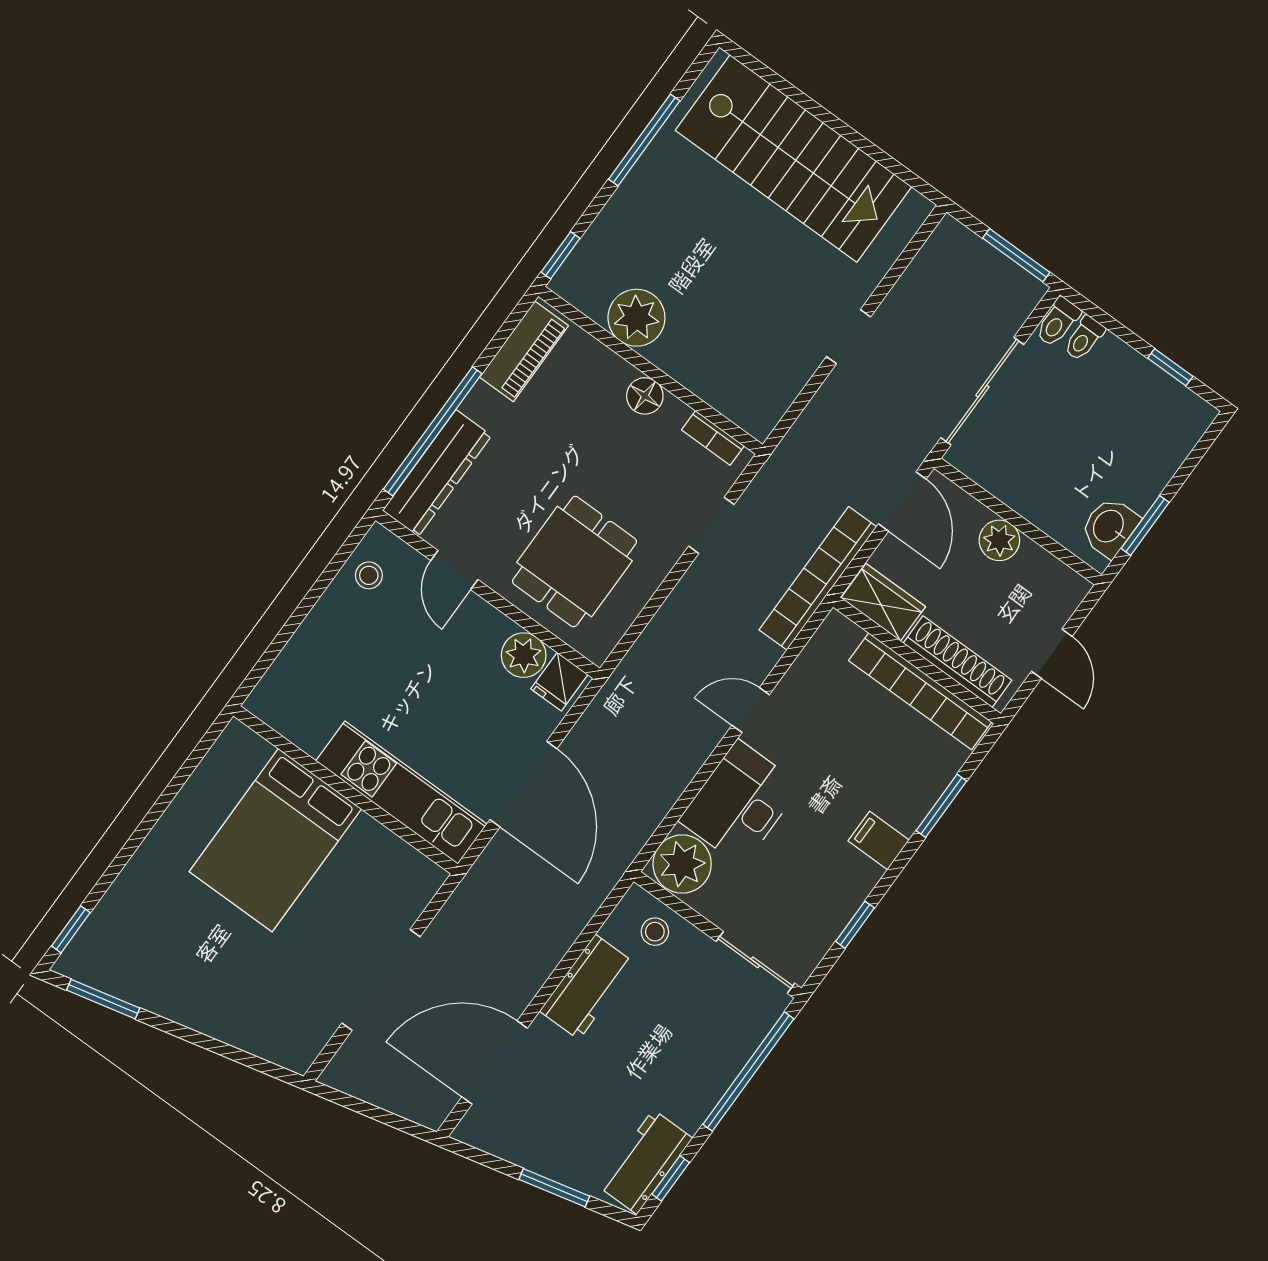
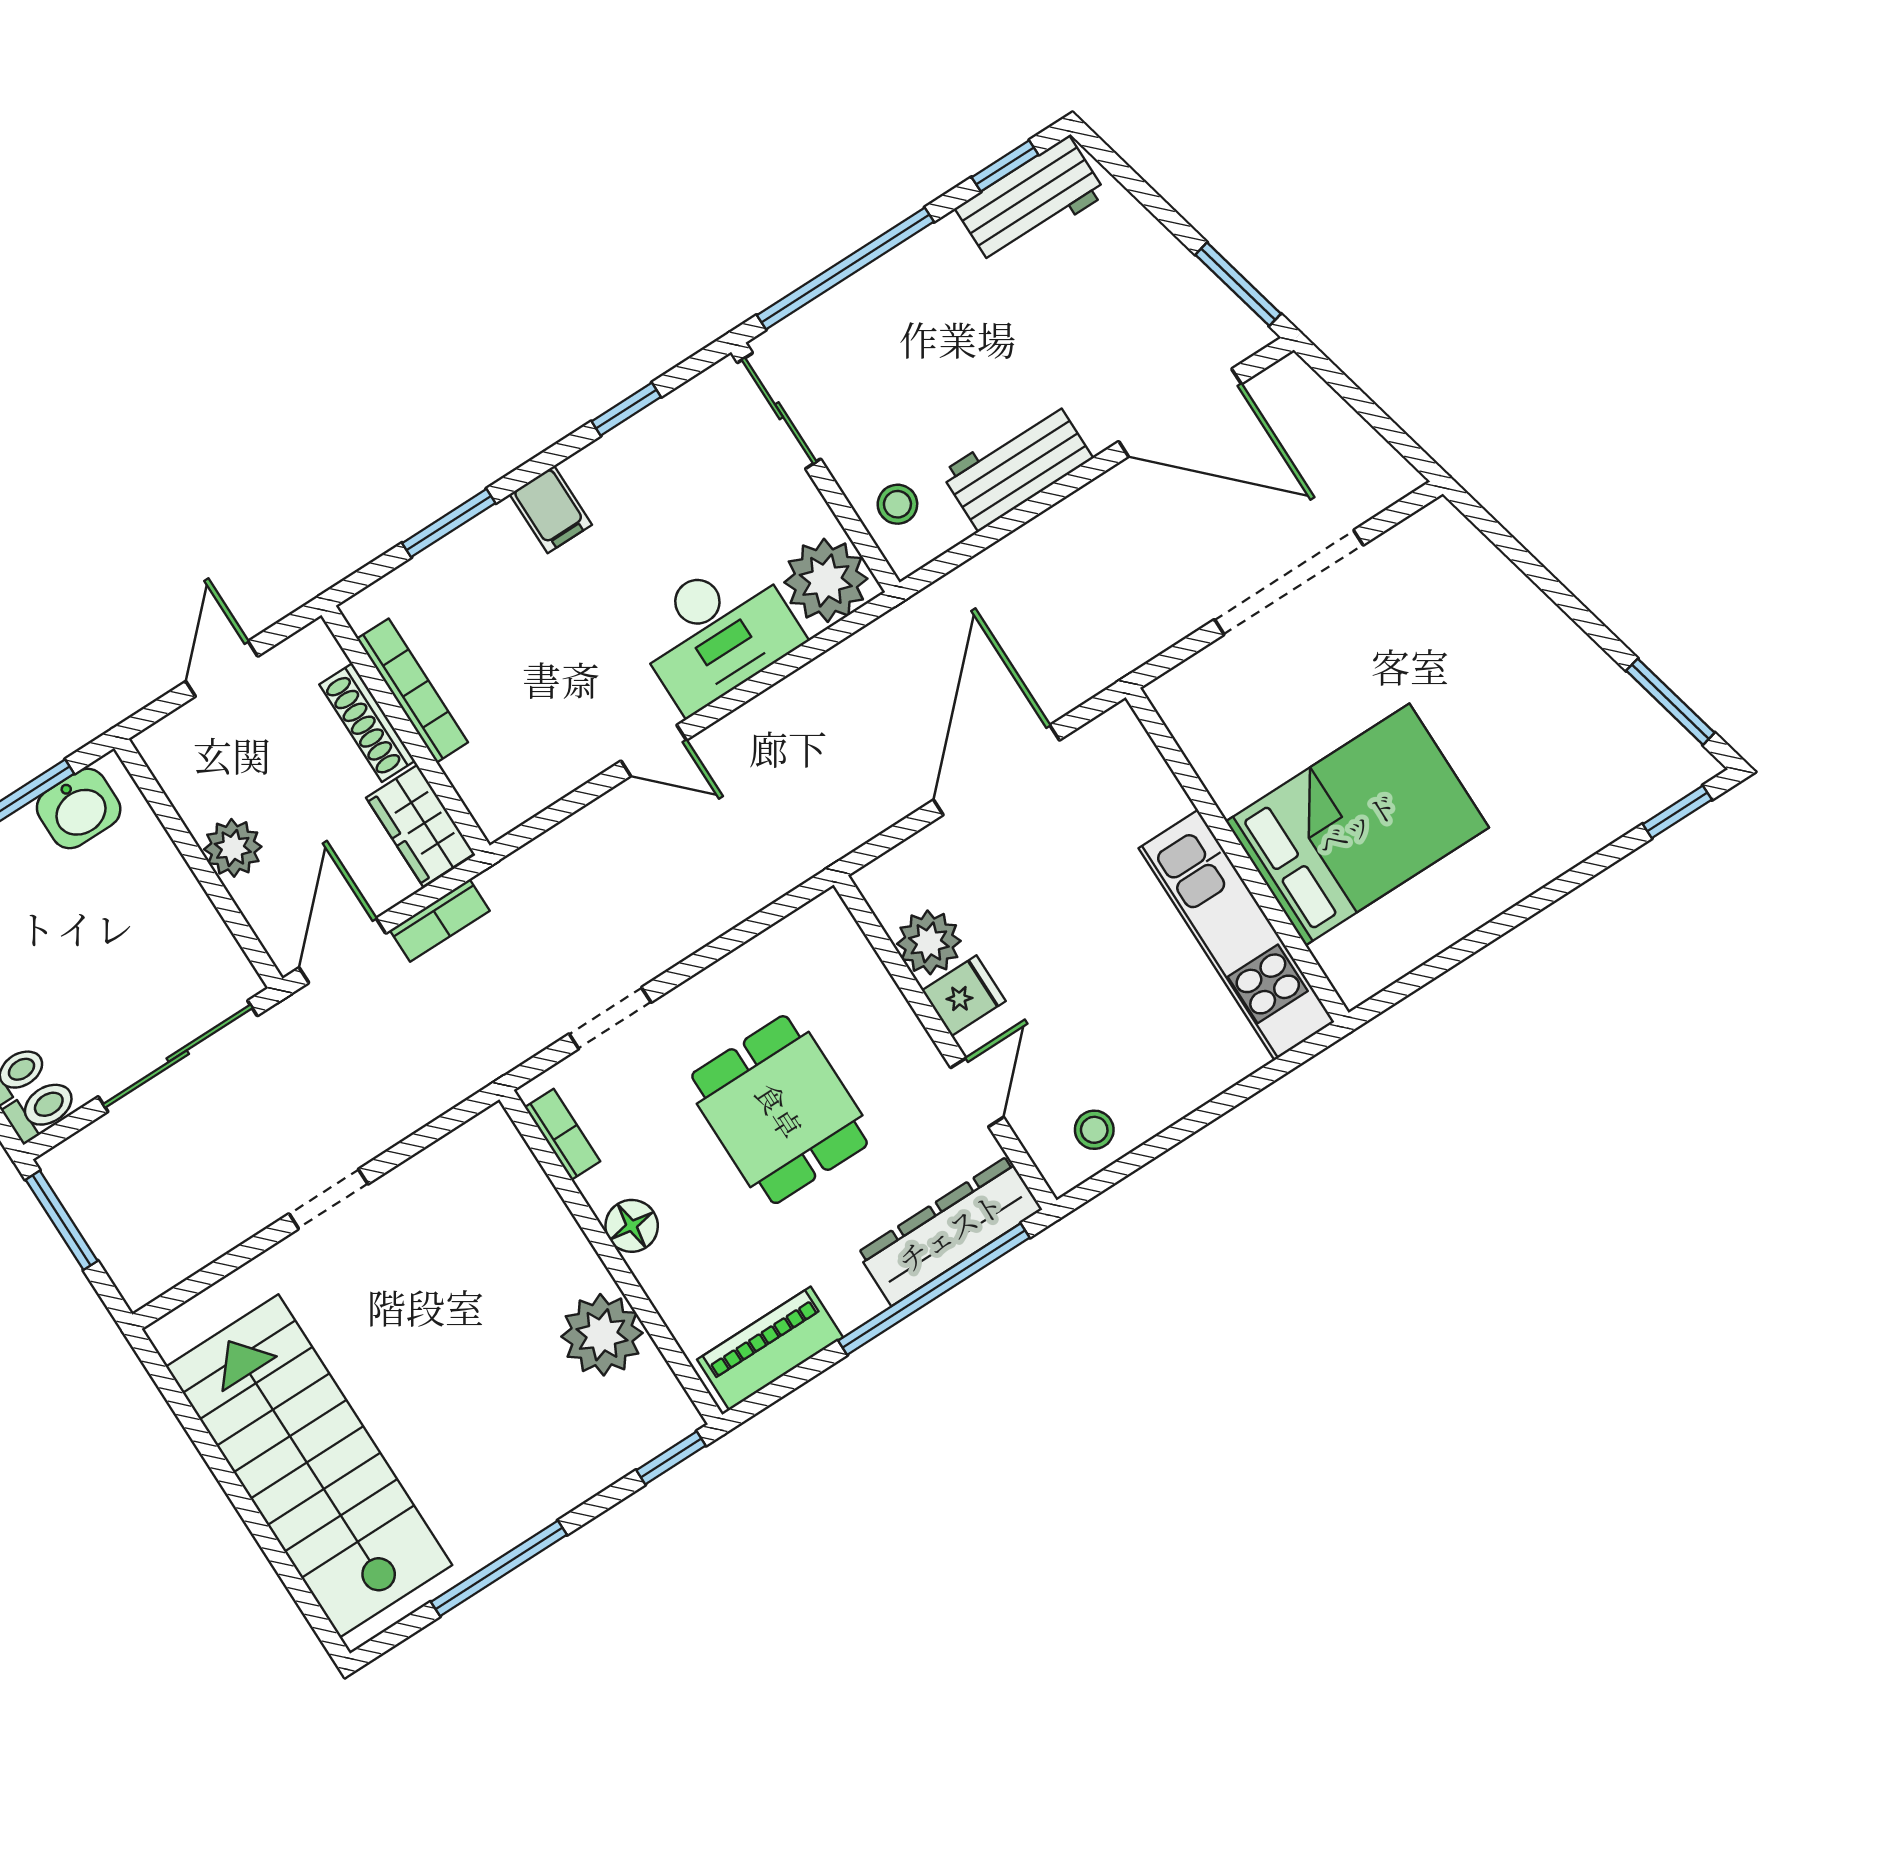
dining table: (575, 562) -> (780, 1110), moved, turned 90
bookcase: (818, 578) -> (440, 920), width x0.43, depth x0.76
shoe rack: (957, 662) -> (367, 723), width x0.74, depth x0.81
fridge: (559, 682) -> (964, 996), moved
bookcase: (920, 691) -> (412, 691), width x0.68, depth x0.76
kitchen unit: (401, 793) -> (1236, 935), moved
window: (554, 1188) -> (1238, 284), moved

